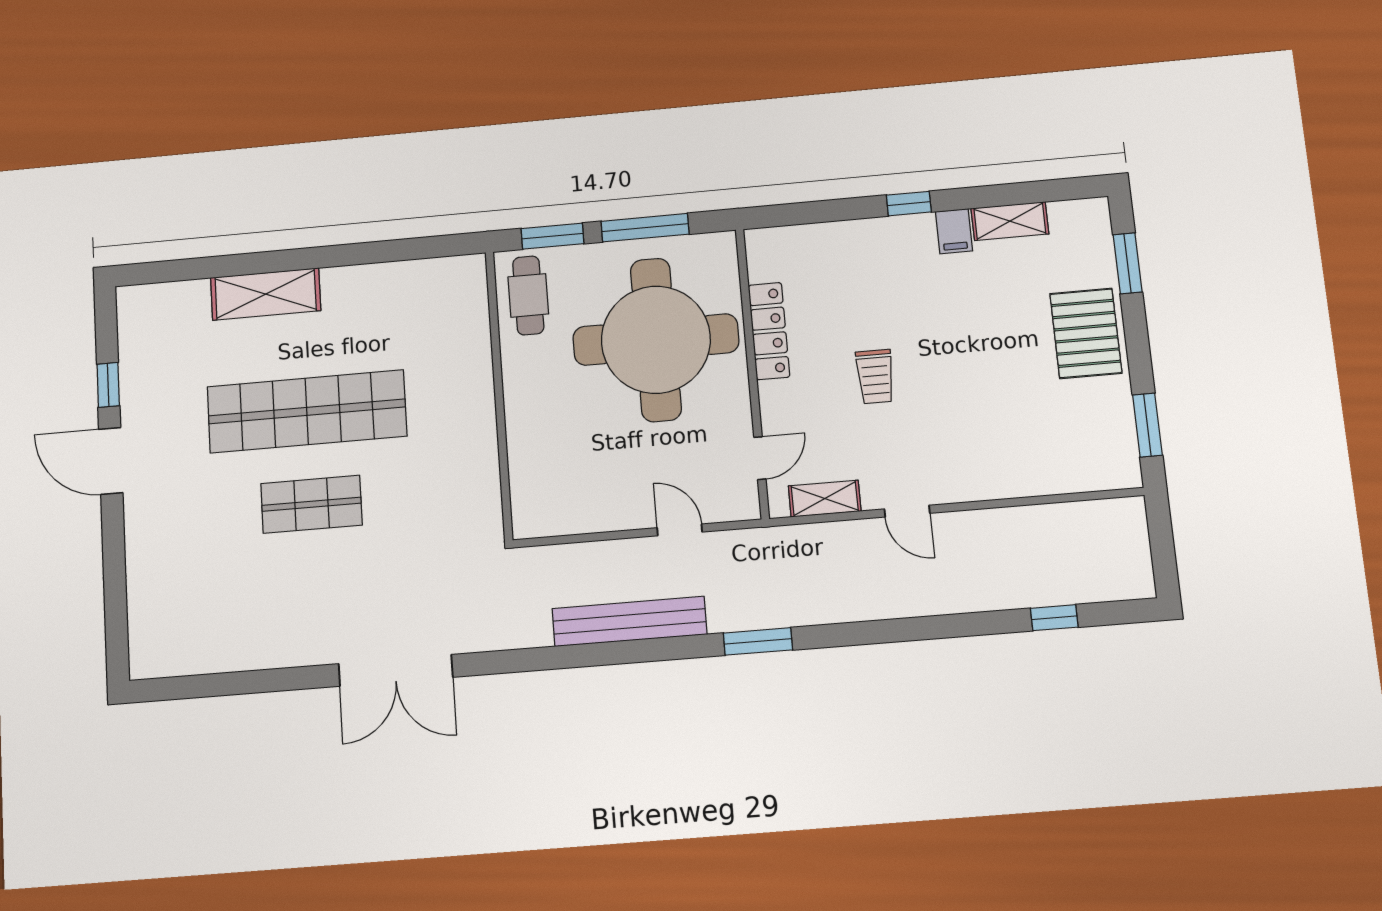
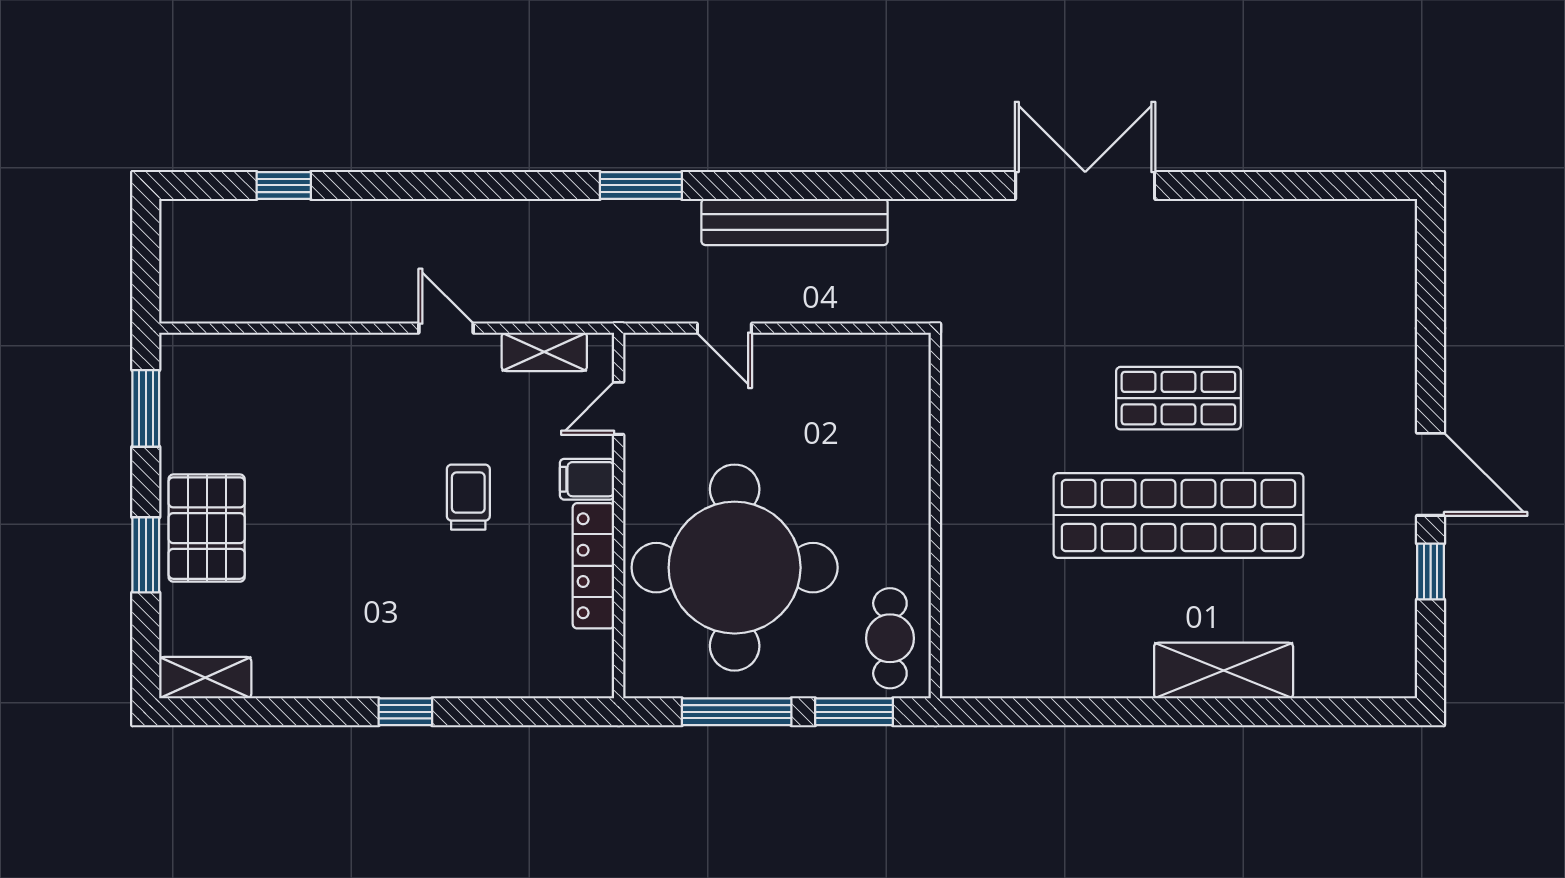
shelving: (1010, 221) -> (205, 678), moved
filing cabinet: (954, 231) -> (587, 479), moved, turned -90
window: (1128, 263) -> (146, 555), moved

